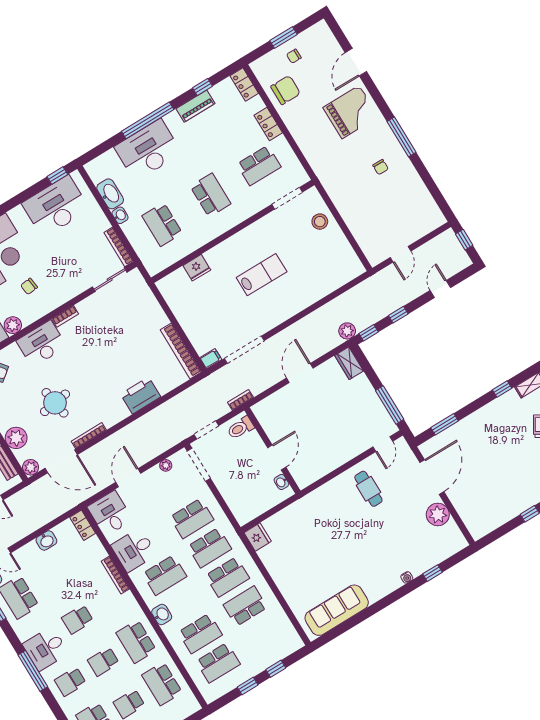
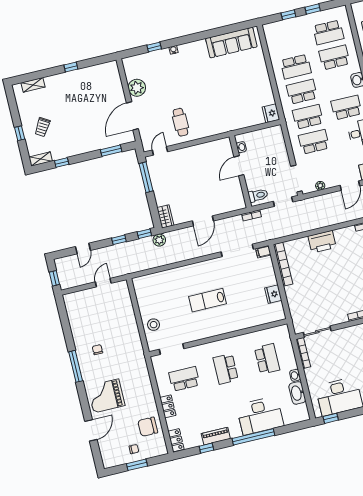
fridge: (197, 268) -> (273, 294), moved, turned -90
school desk: (218, 663) -> (328, 32), turned 180

